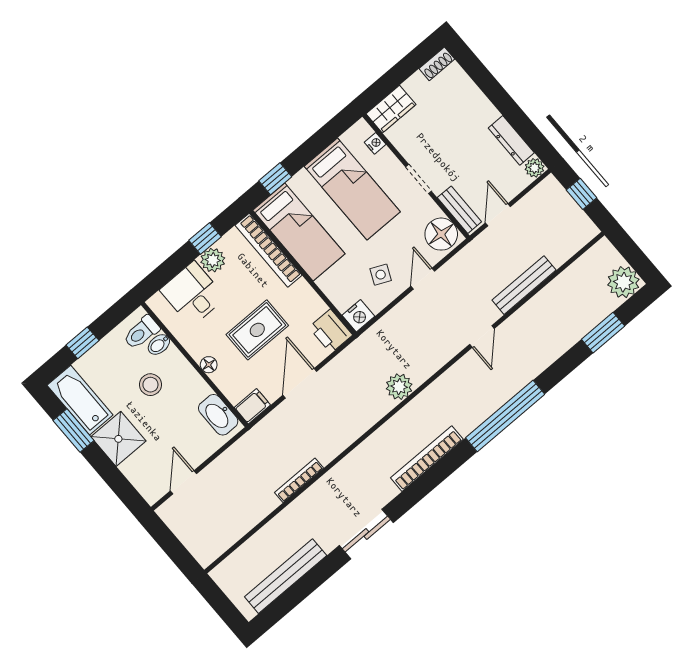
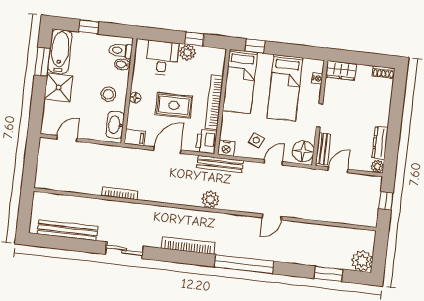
bookcase: (269, 250) -> (214, 102), moved
bench: (524, 285) -> (220, 164), moved
stool: (150, 385) -> (108, 94), moved

